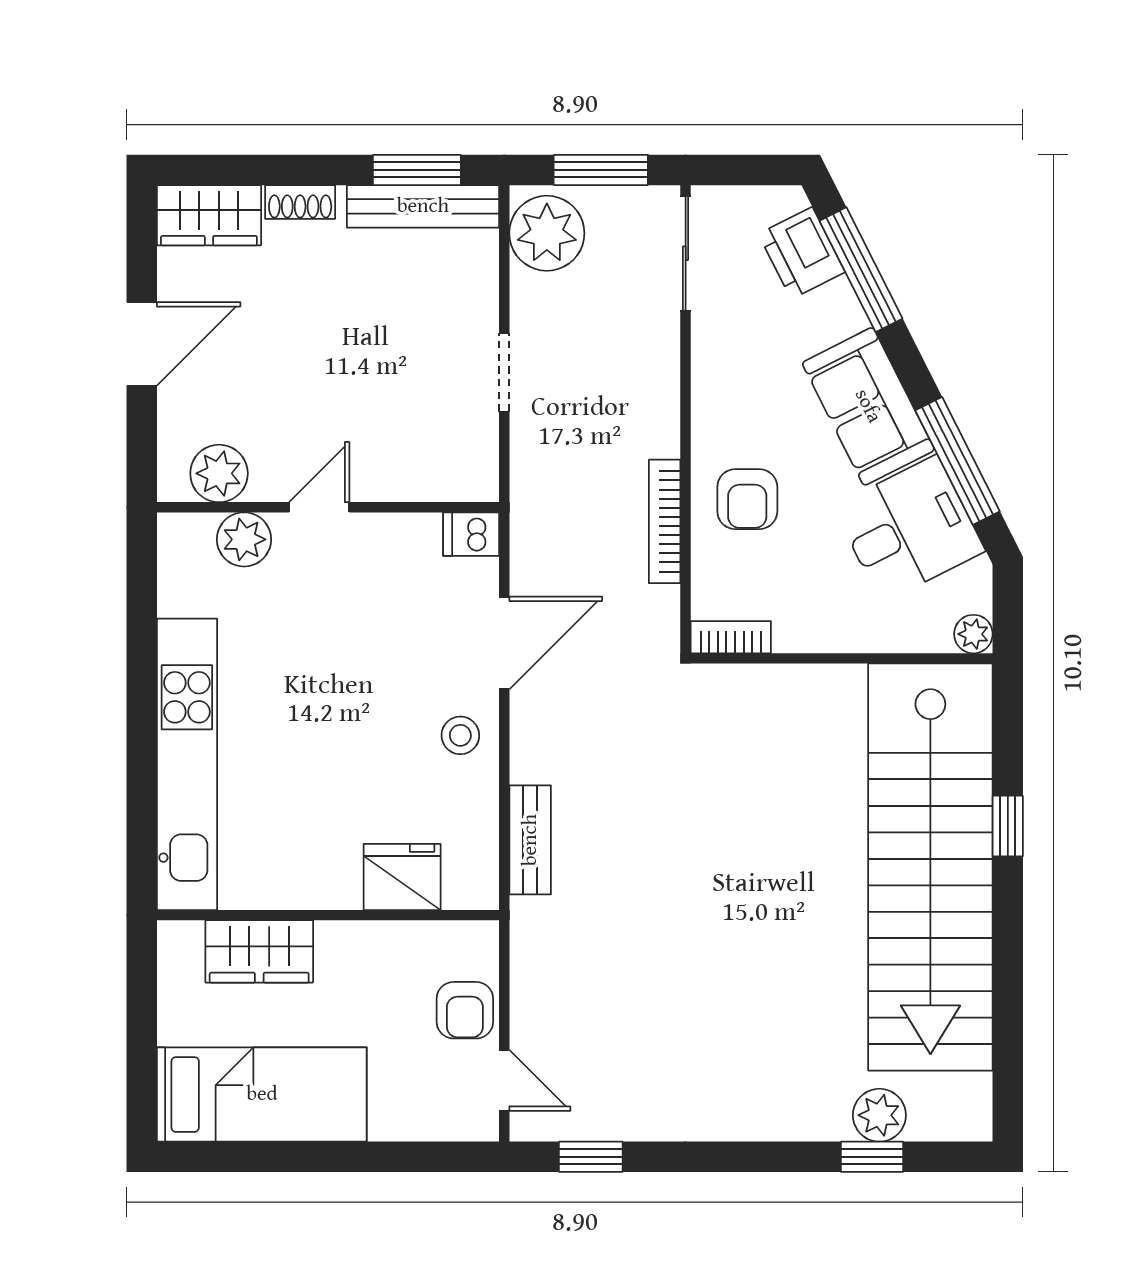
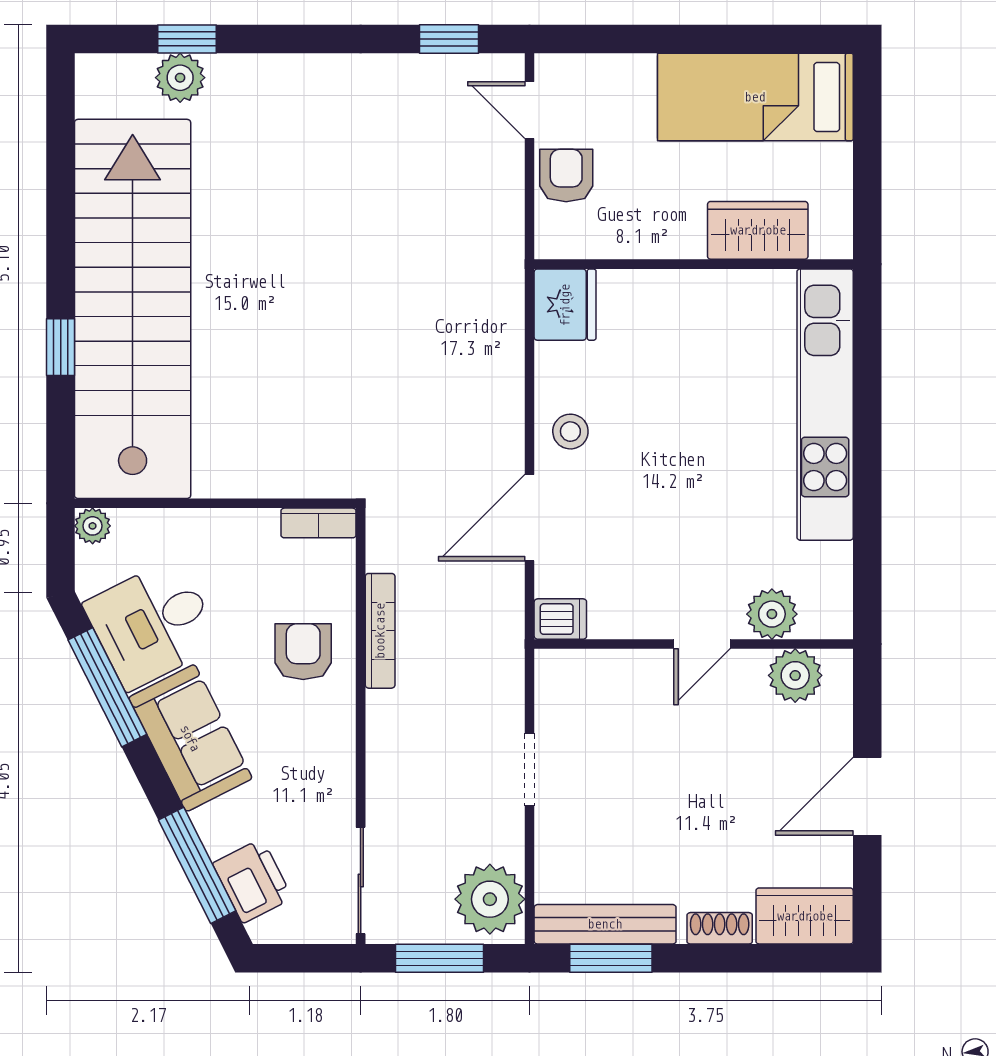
bench: (530, 840) -> (505, 334), removed
fridge: (402, 877) -> (565, 305), moved, turned -90

